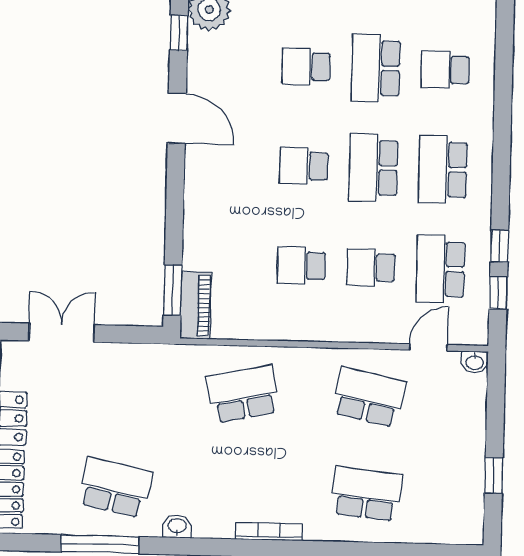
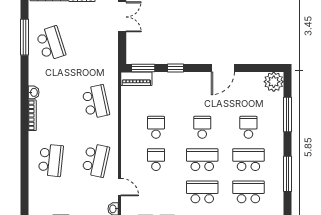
window: (179, 33) -> (176, 68), moved
school desk: (445, 70) -> (248, 192), width x1.85
school desk: (440, 269) -> (156, 192), removed
school desk: (115, 488) -> (51, 43), turned -30
washbasin: (177, 526) -> (34, 92), moved

